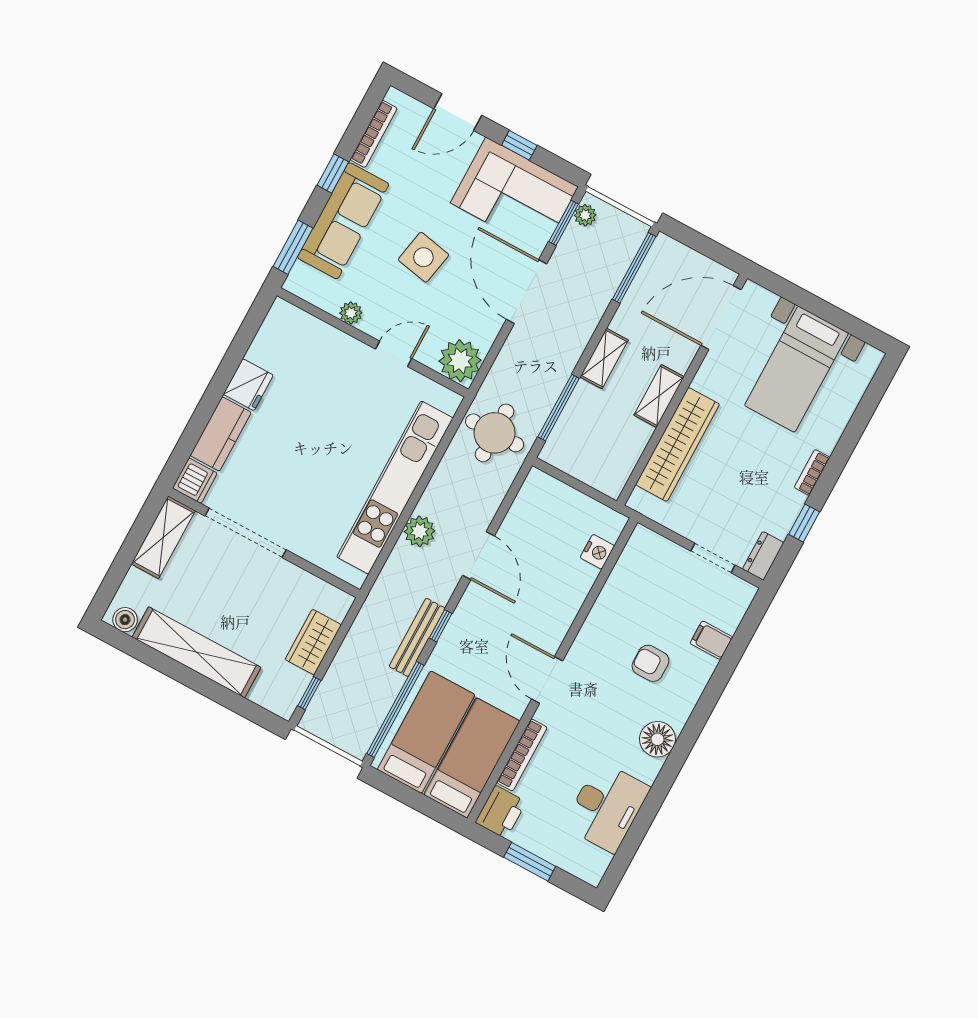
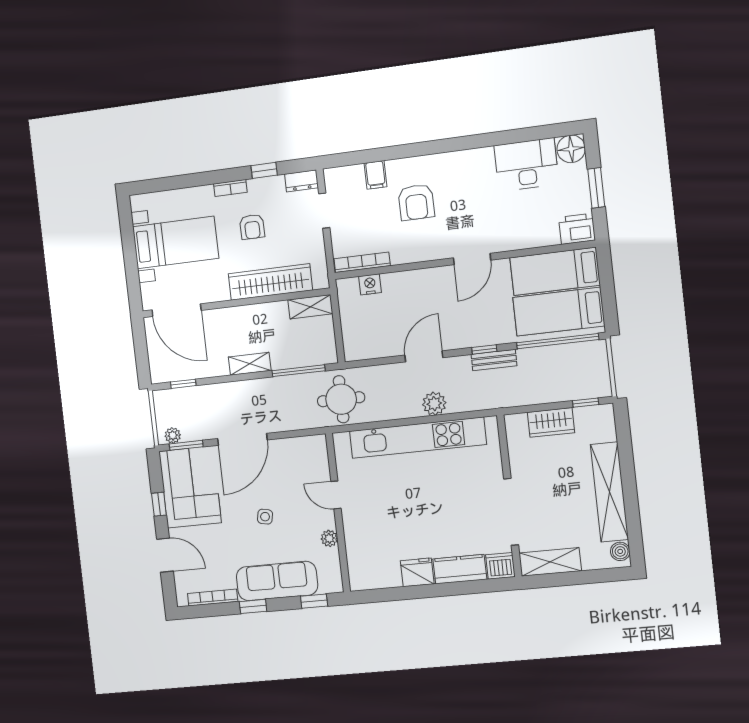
window: (293, 247) -> (314, 601), width x0.67
side table: (423, 257) -> (265, 517), width x0.54, depth x0.54
window: (634, 268) -> (183, 384), width x0.46
plant: (460, 361) -> (312, 451), removed
shelving: (659, 396) -> (310, 307), moved
armchair: (752, 467) -> (252, 227), added
bench: (417, 637) -> (494, 360), width x0.73
armchair: (650, 663) -> (416, 202), width x1.38, depth x1.38
floor lamp: (657, 739) -> (571, 149), moved
bookcase: (522, 755) -> (362, 262), moved

